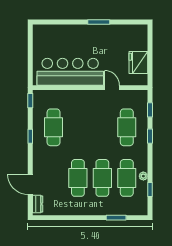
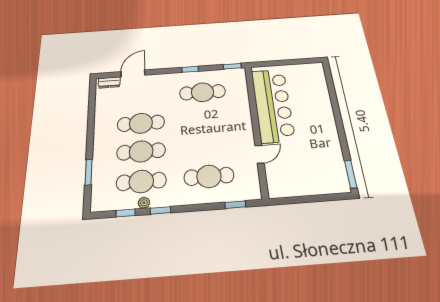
window: (99, 22) -> (351, 174), moved
fridge: (138, 62) -> (298, 185), removed
window: (150, 136) -> (161, 210), moved

